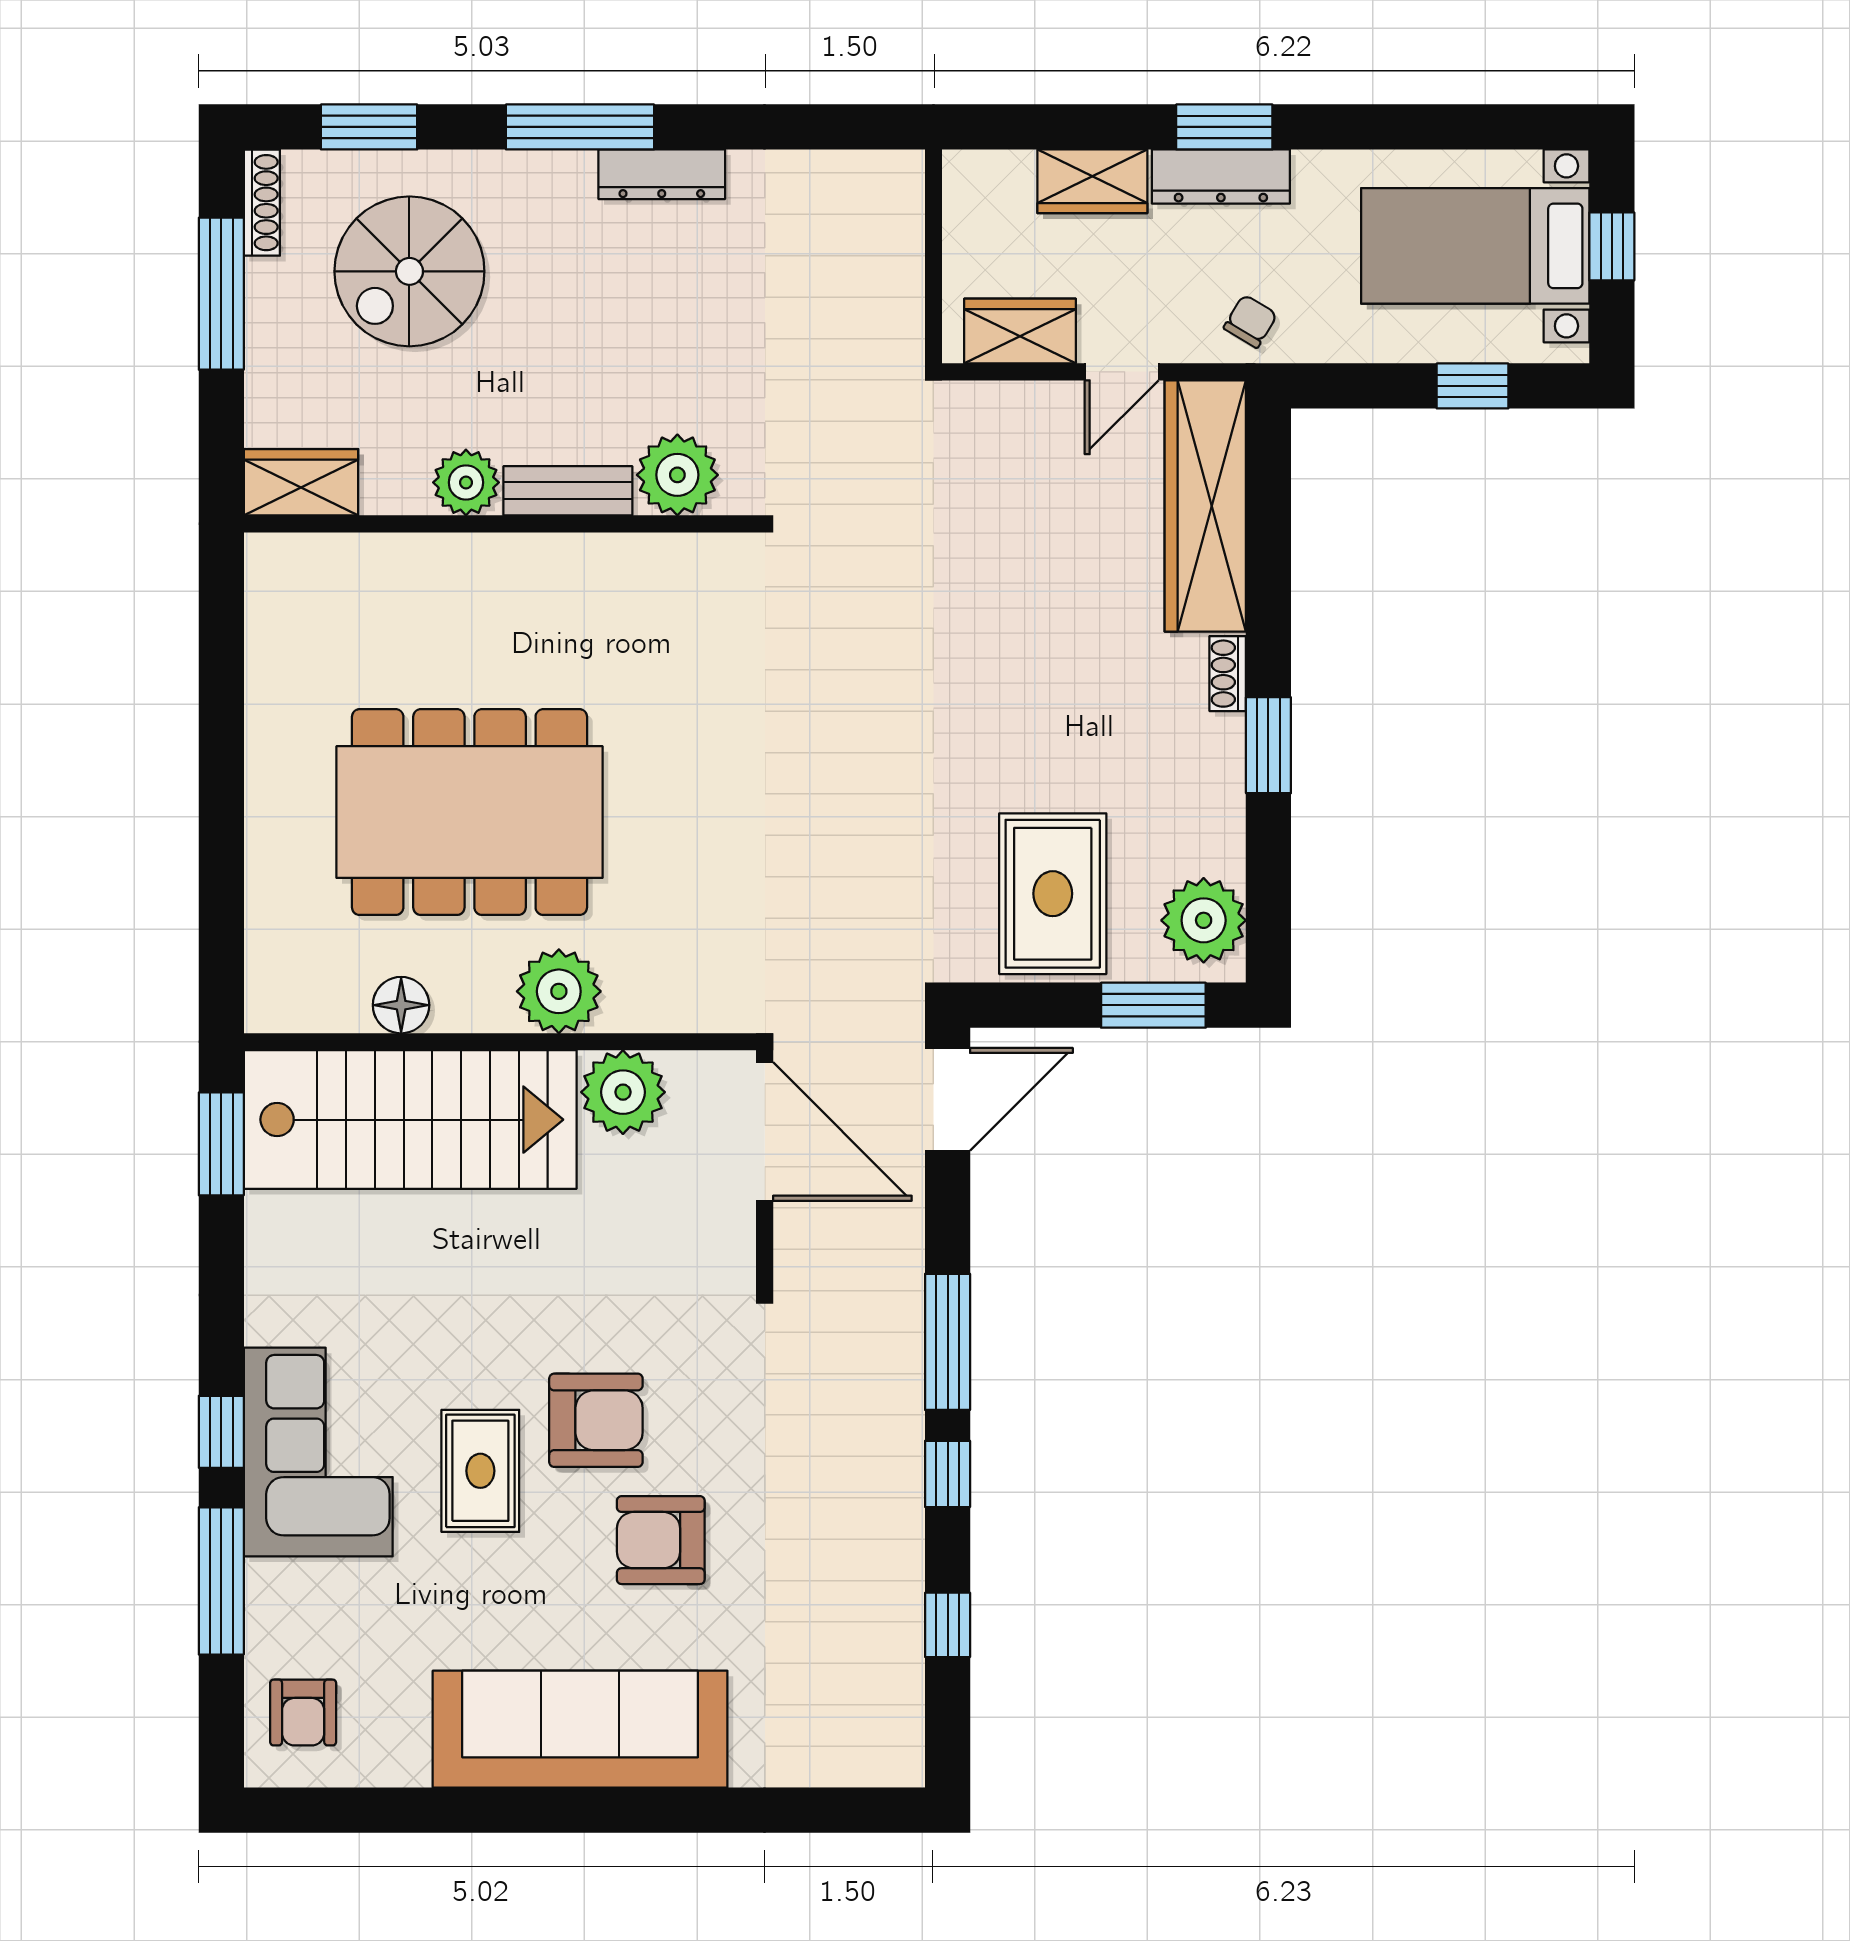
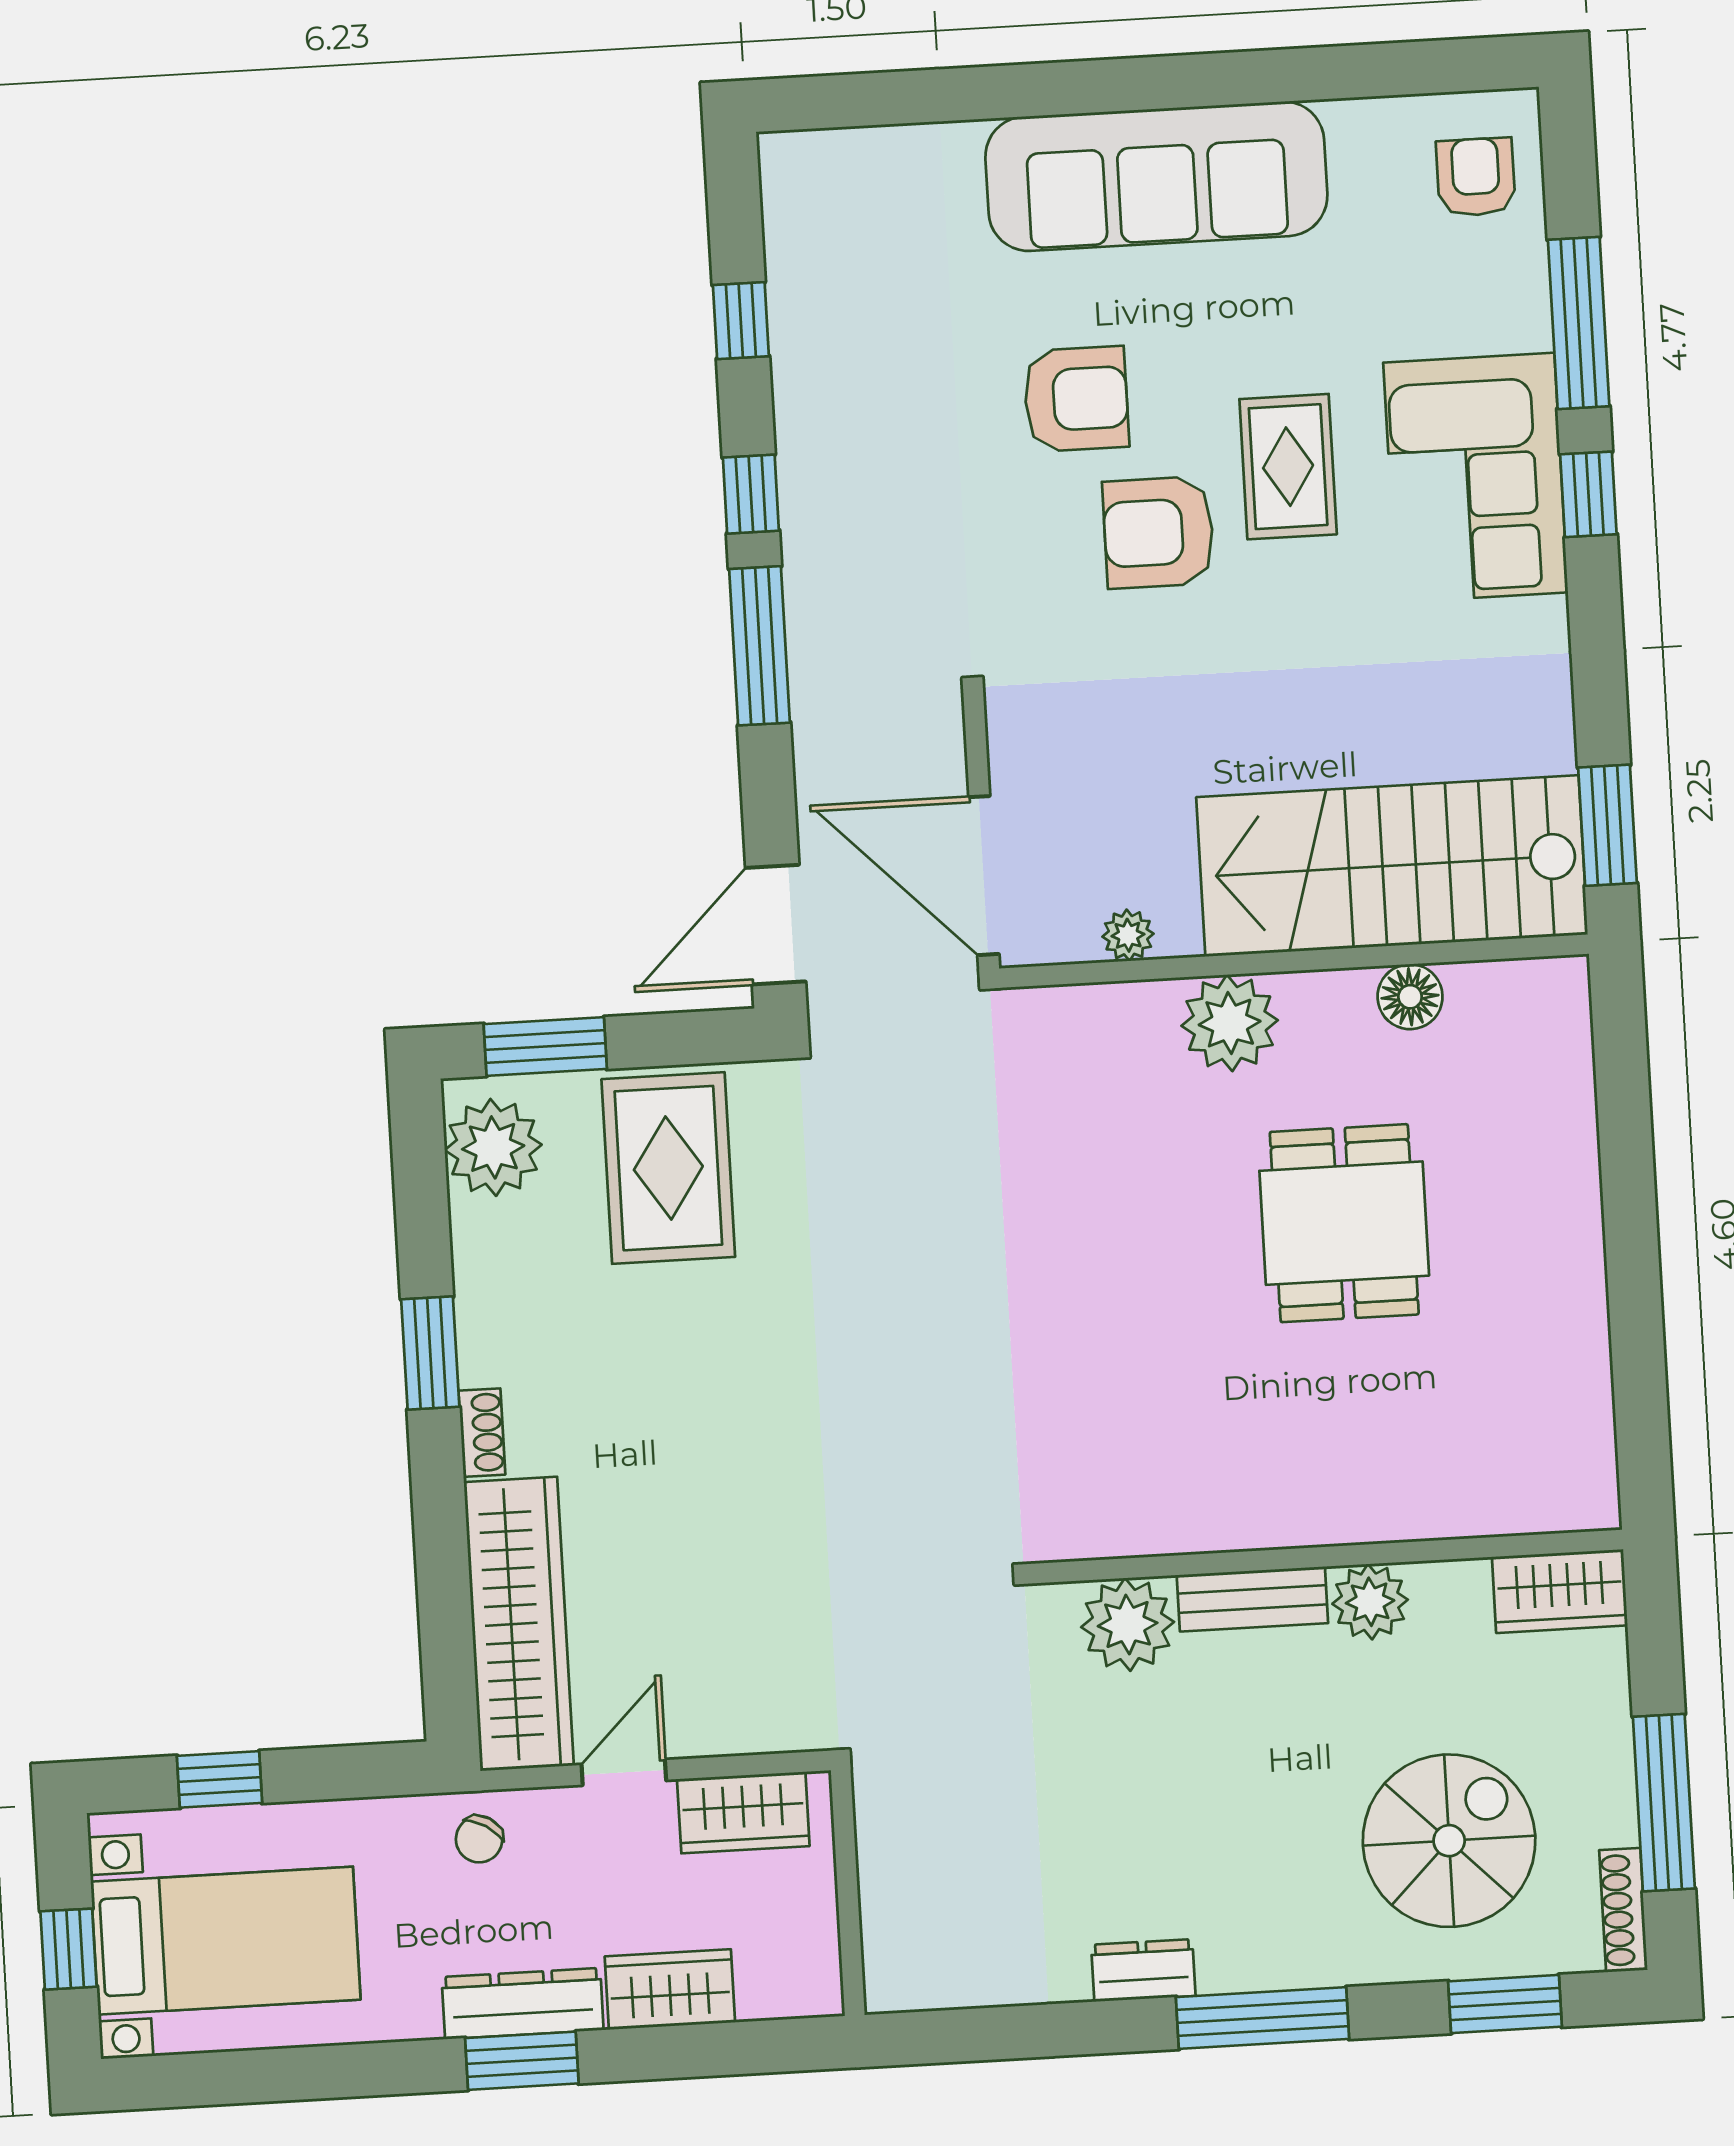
dresser: (662, 174) -> (1143, 1970), width x0.70
dining table: (469, 812) -> (1344, 1223), width x0.53, depth x0.80
plant: (623, 1092) -> (1128, 935), width x0.53, depth x0.53

